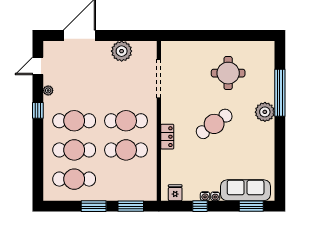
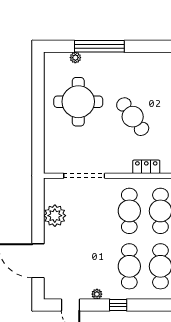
round table: (228, 73) -> (78, 102), width x1.36, depth x1.36
plant: (265, 112) -> (75, 58), moved, width x0.53, depth x0.53

